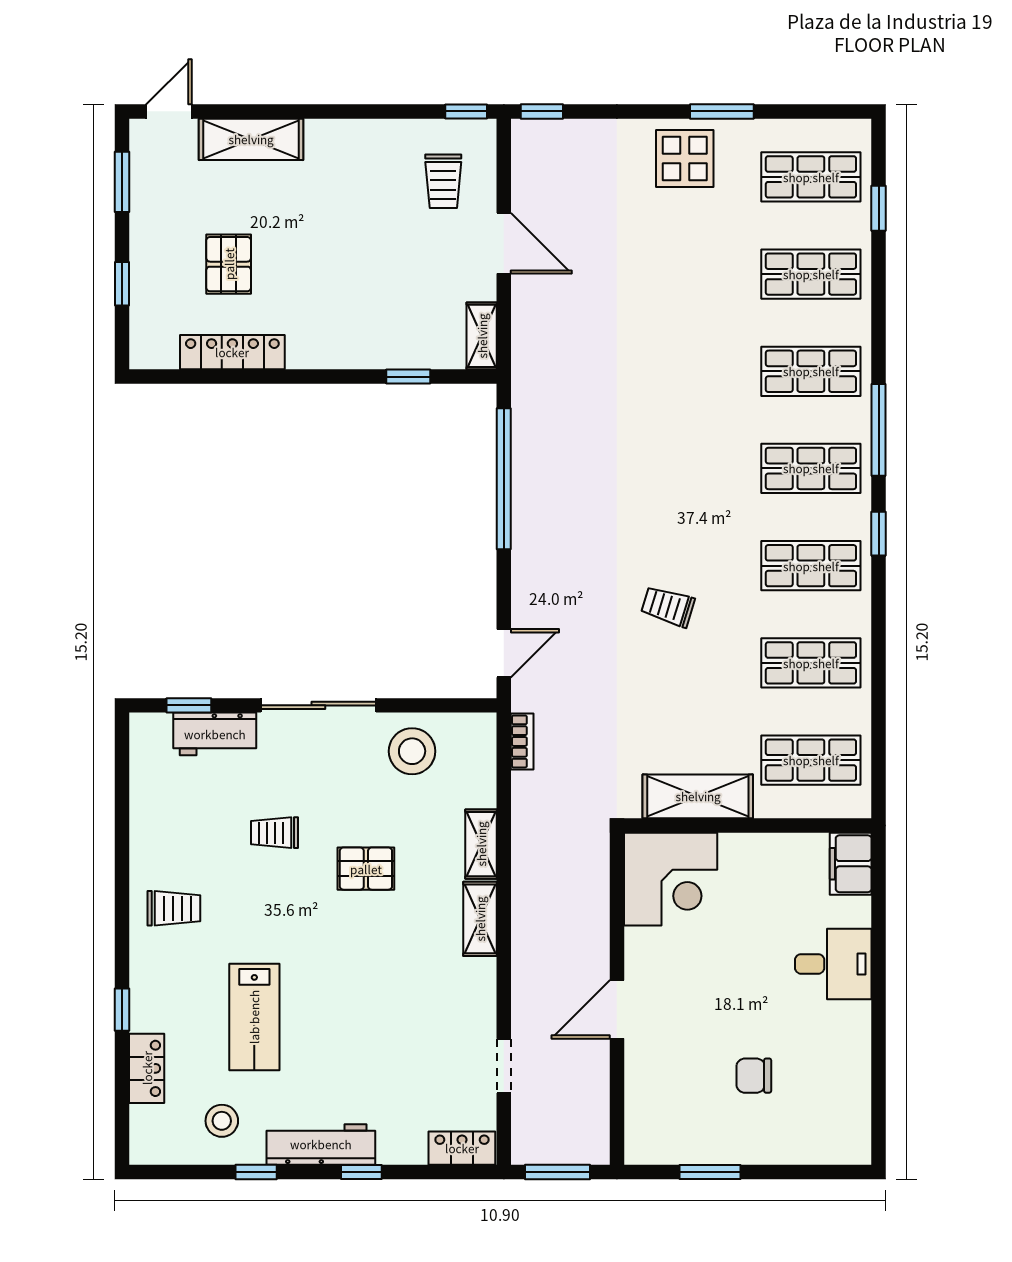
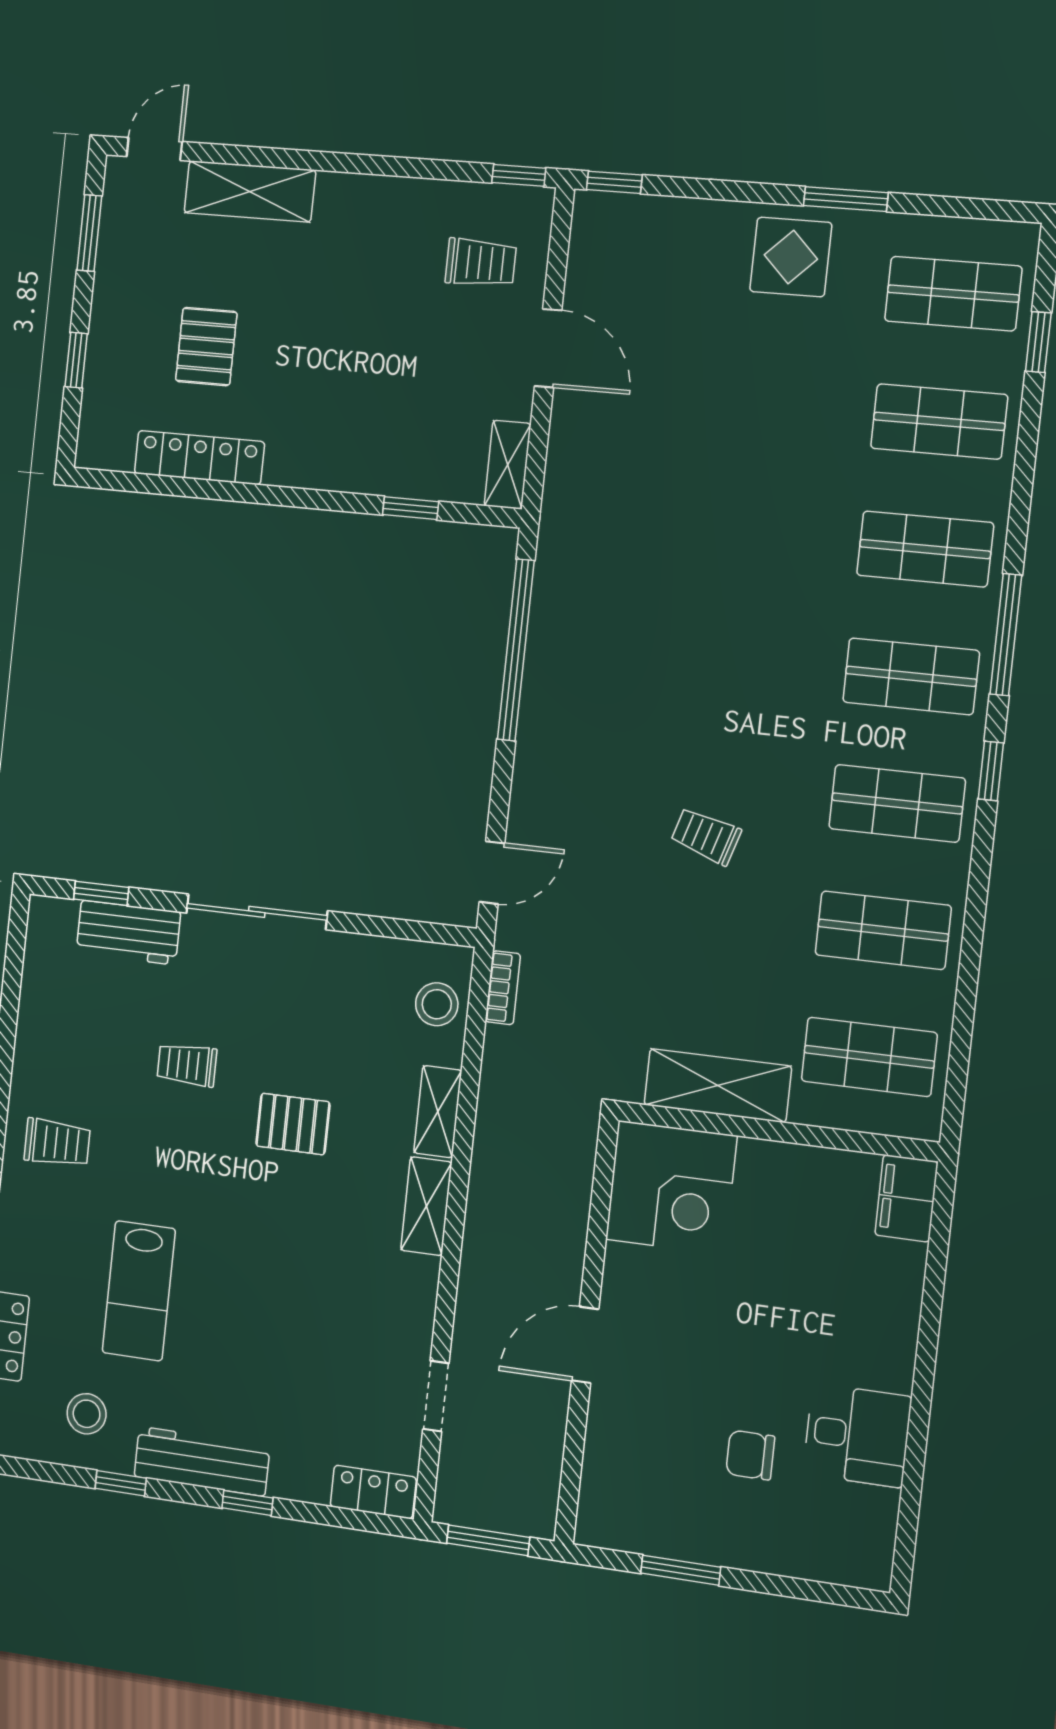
trolley: (443, 181) -> (481, 263), turned -90
stool: (412, 751) -> (437, 1004), moved, width x0.73, depth x0.73
desk: (833, 964) -> (857, 1435), moved

